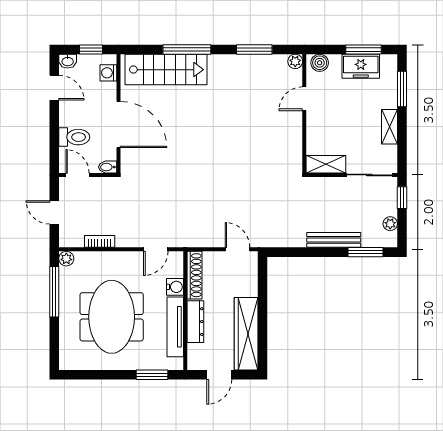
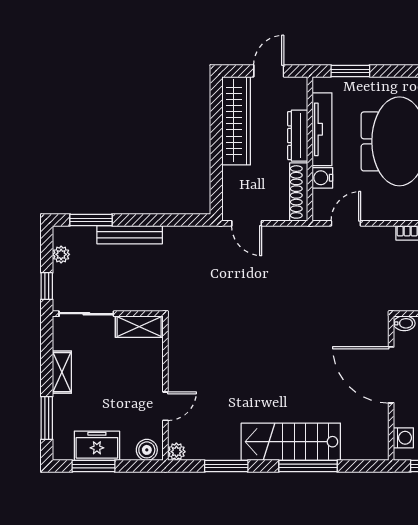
stairs: (166, 70) -> (291, 442), moved

